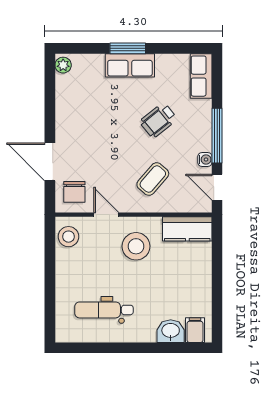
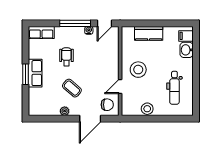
plant: (63, 65) -> (65, 111), moved
wheelchair: (158, 120) -> (66, 57), turned -141
coffee table: (153, 179) -> (72, 88), moved
kitchen counter: (187, 229) -> (149, 33), moved, turned 90
stool: (68, 237) -> (147, 109), moved

